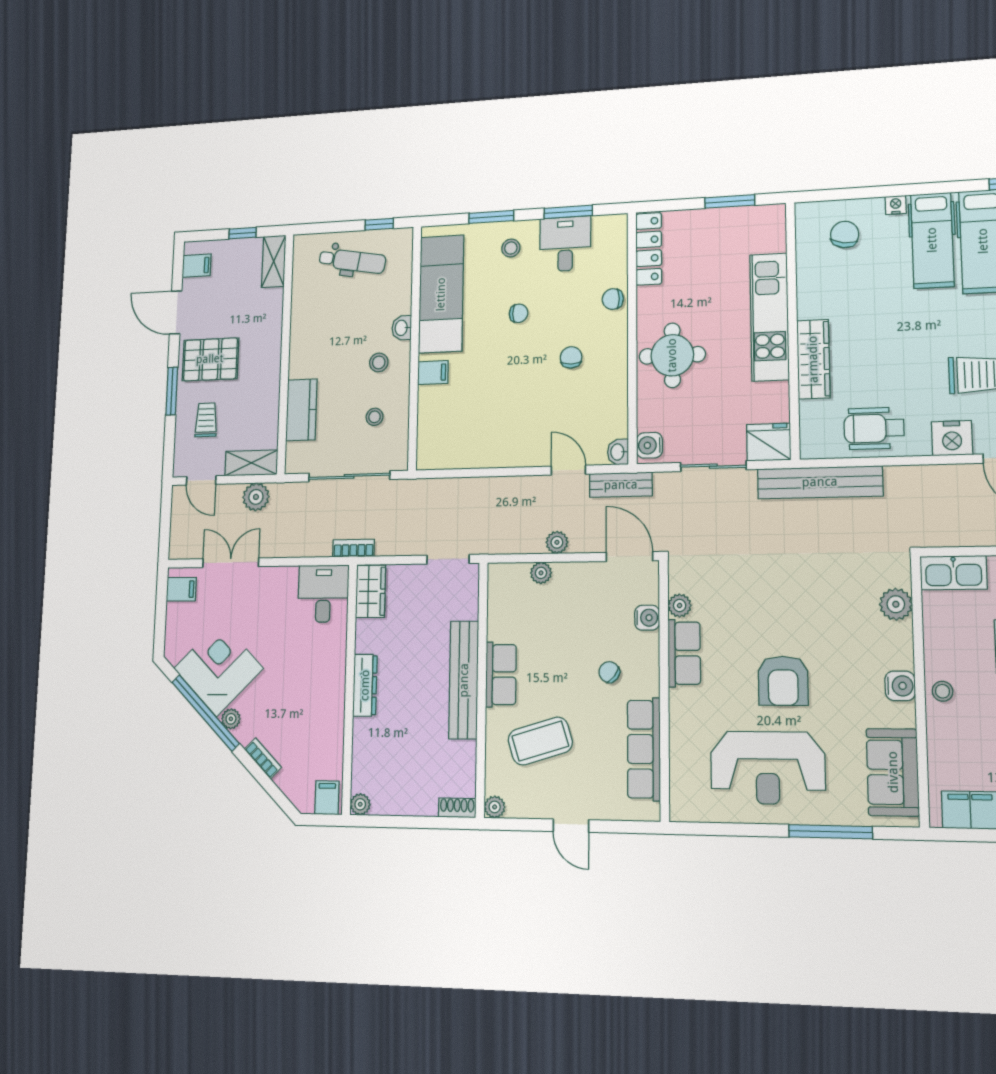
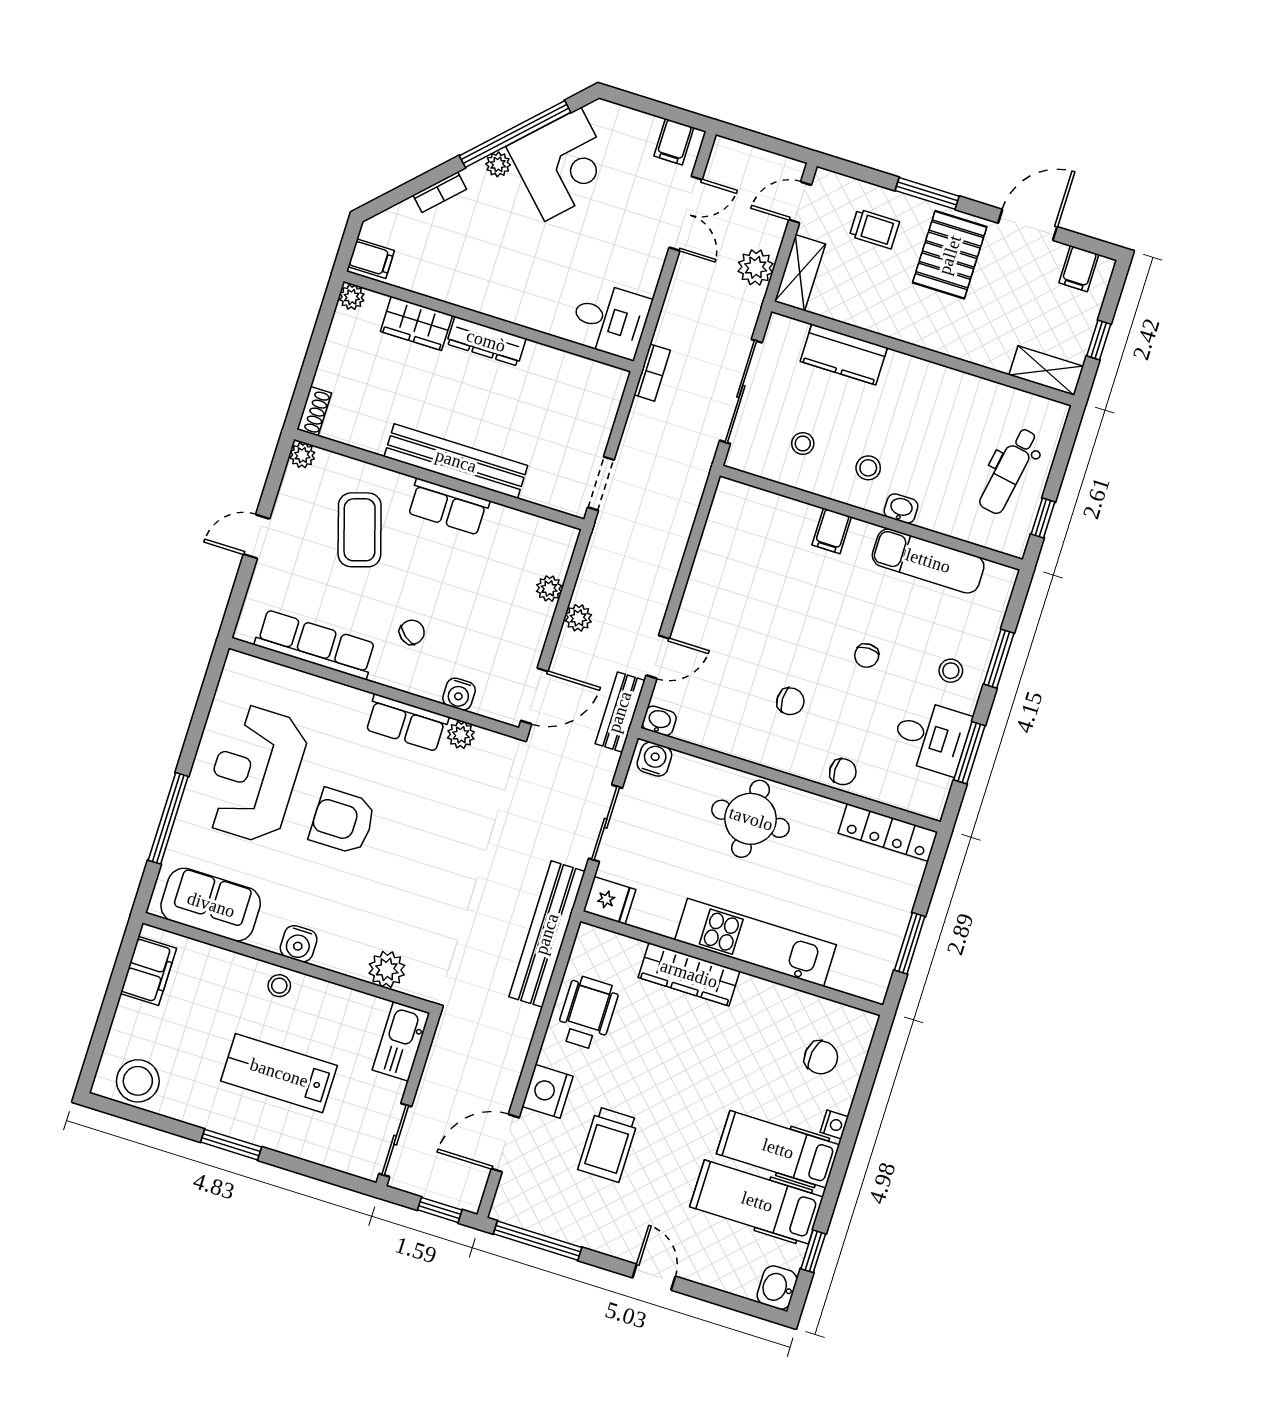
exam couch: (441, 294) -> (928, 561), width x0.73, depth x0.69
chair: (613, 299) -> (843, 772), turned 90
fridge: (769, 442) -> (610, 900), width x0.72
wardrobe: (371, 591) -> (416, 323), moved

